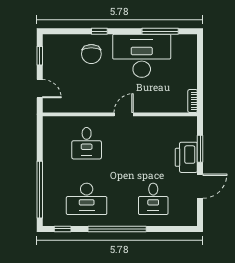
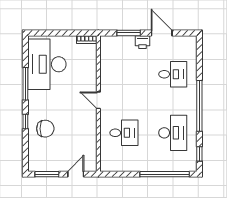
window: (160, 31) -> (25, 84), moved
window: (40, 56) -> (47, 174), width x1.50
desk: (142, 56) -> (47, 64), moved
printer: (186, 157) -> (142, 42), width x0.53, depth x0.68

